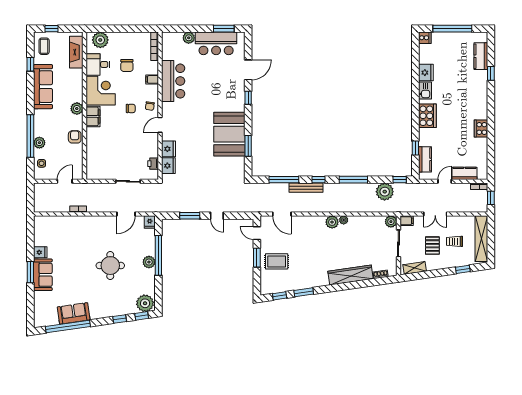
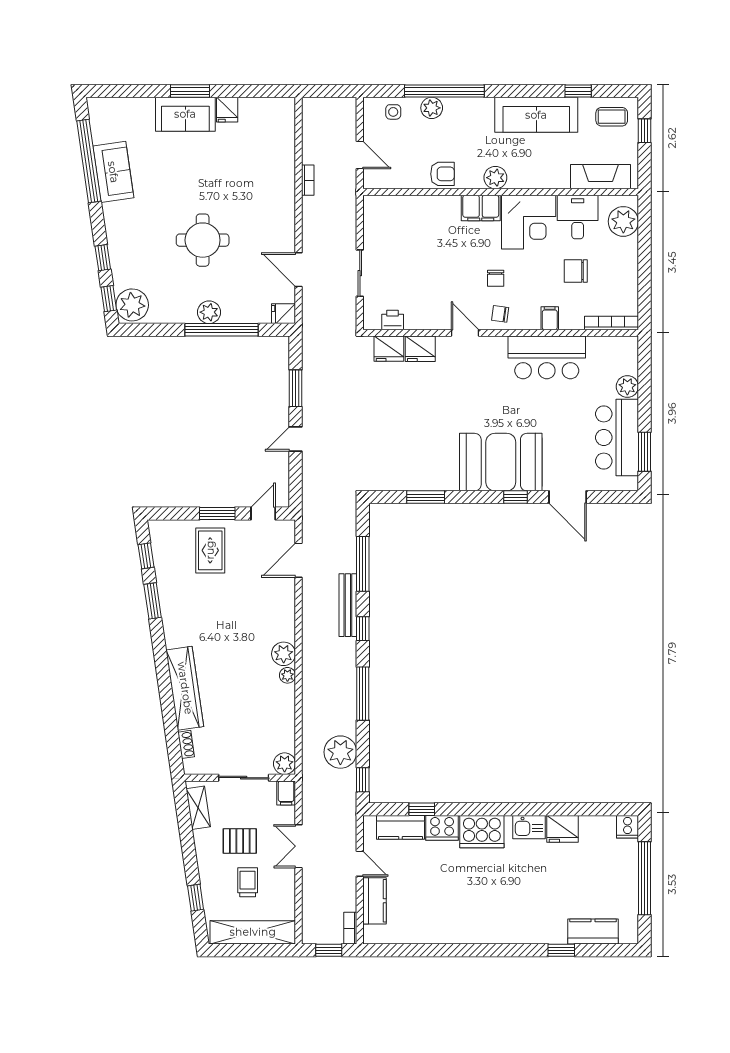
cooker: (481, 128) -> (442, 828), moved, turned 180
booth: (229, 134) -> (501, 462), moved

